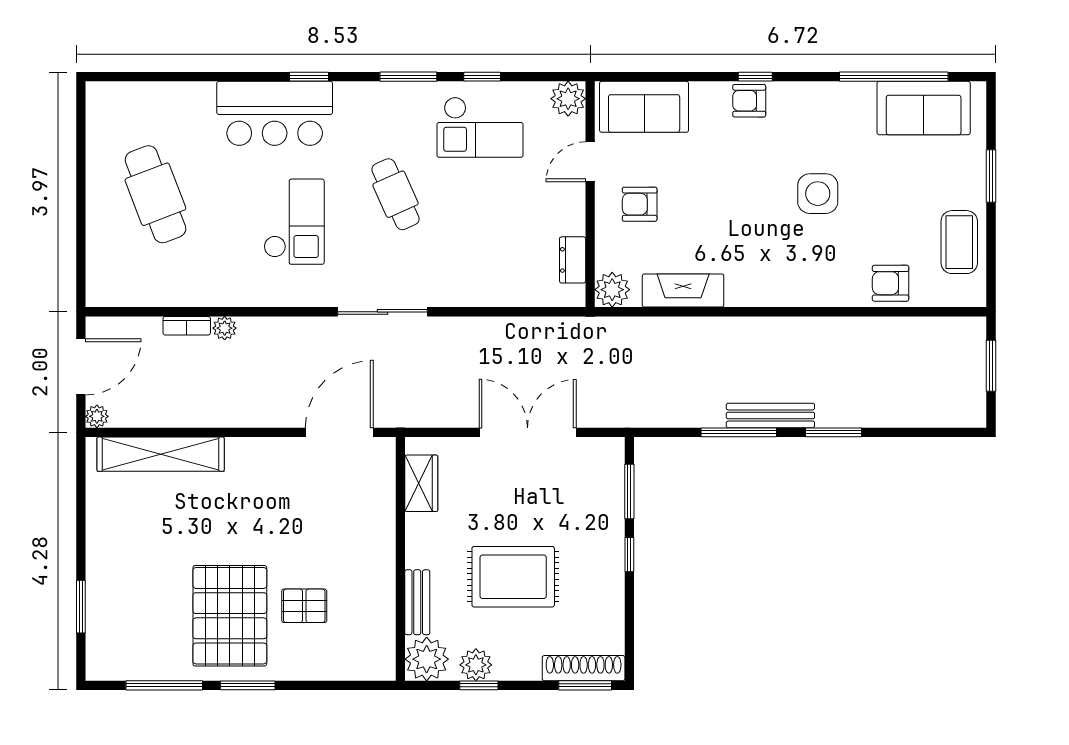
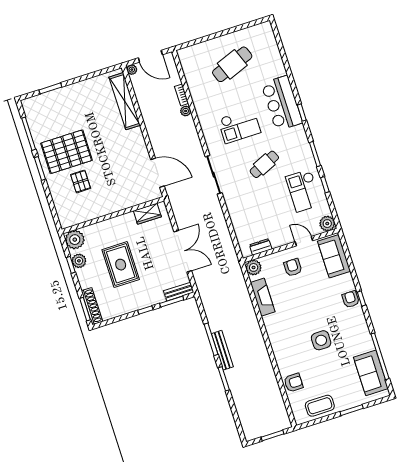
armchair: (891, 283) -> (293, 383), turned 90
bench: (417, 602) -> (179, 292), moved

